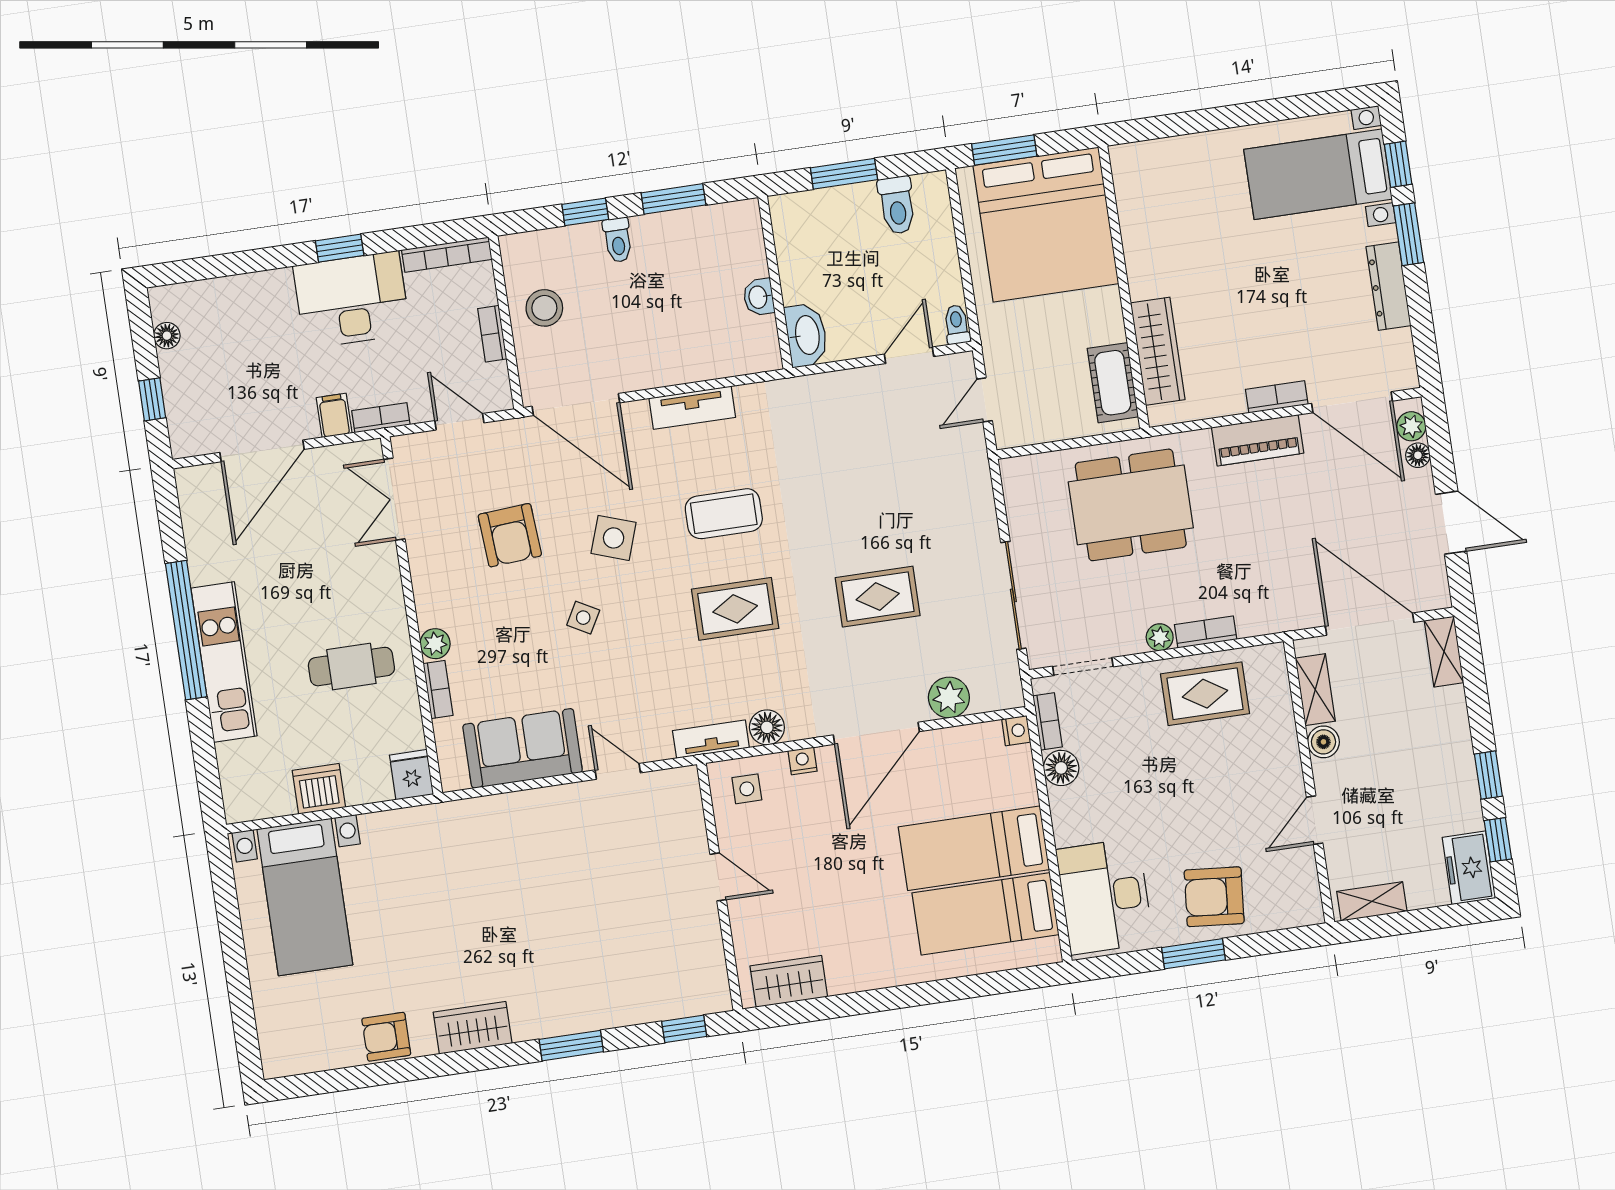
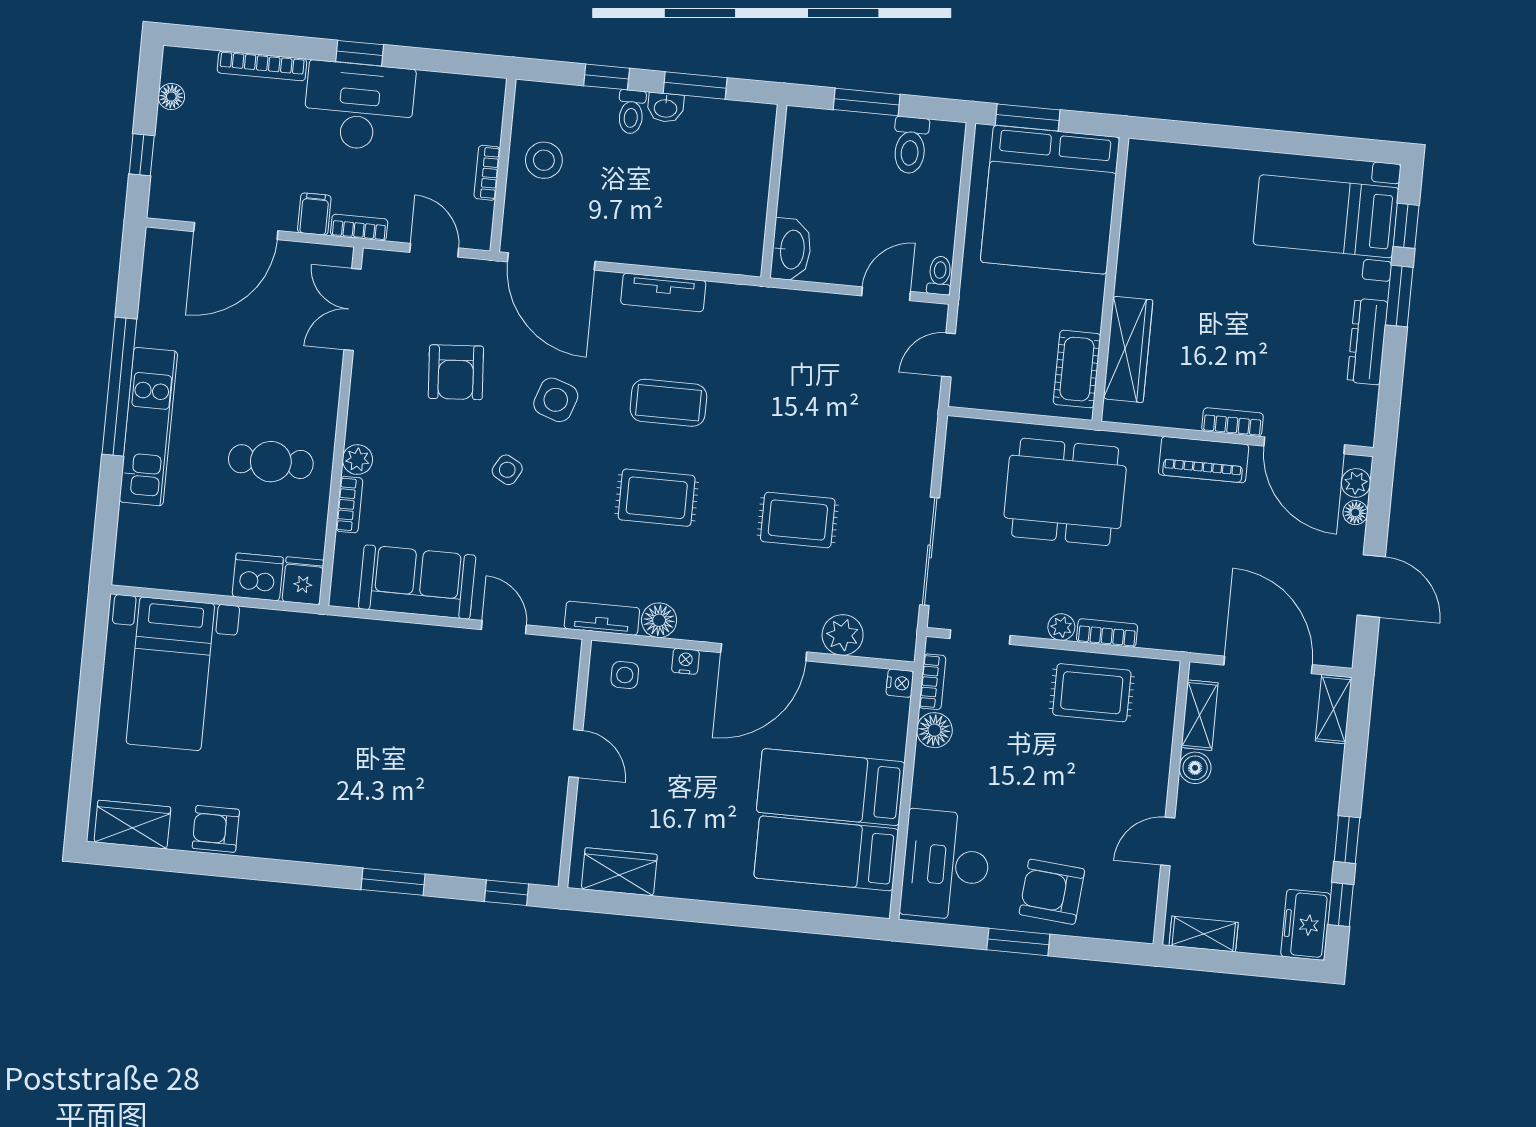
bookcase: (447, 255) -> (262, 66), moved
washbasin: (759, 297) -> (666, 108), moved, turned -90
dishwasher: (319, 789) -> (258, 577), moved
wardrobe: (473, 1028) -> (132, 825), moved

